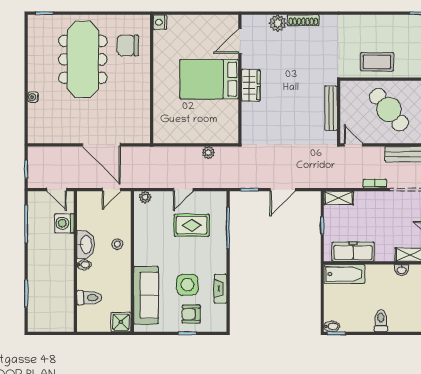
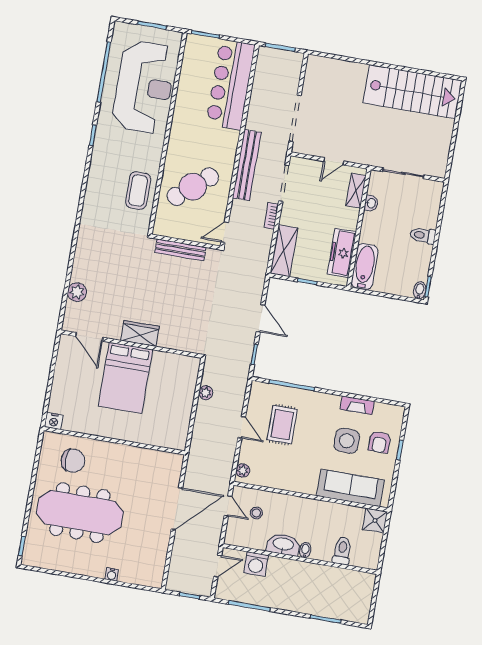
shoe rack: (303, 20) -> (79, 264), removed
chair: (128, 45) -> (73, 461), turned -90
shelving: (339, 198) -> (284, 251), width x1.50, depth x1.33
stool: (117, 244) -> (256, 513), moved

